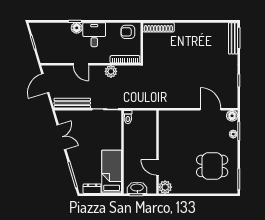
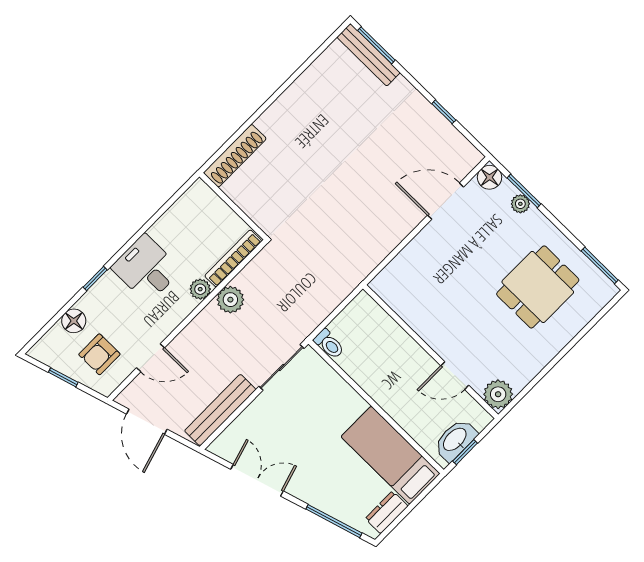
floor lamp: (77, 28) -> (74, 321), moved
armchair: (128, 32) -> (99, 354), moved
plant: (105, 58) -> (200, 289), added
door: (81, 64) -> (151, 358), moved

